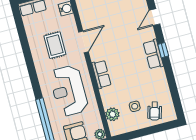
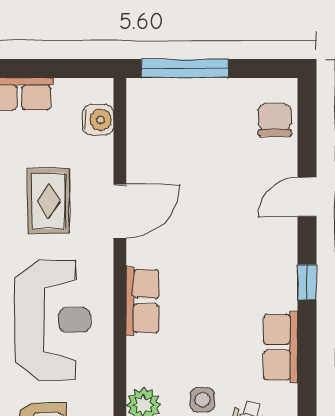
row of seats: (153, 54) -> (281, 347), moved
reception desk: (69, 91) -> (53, 320), turned 180

